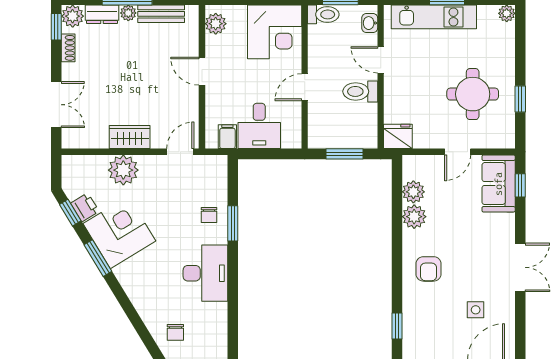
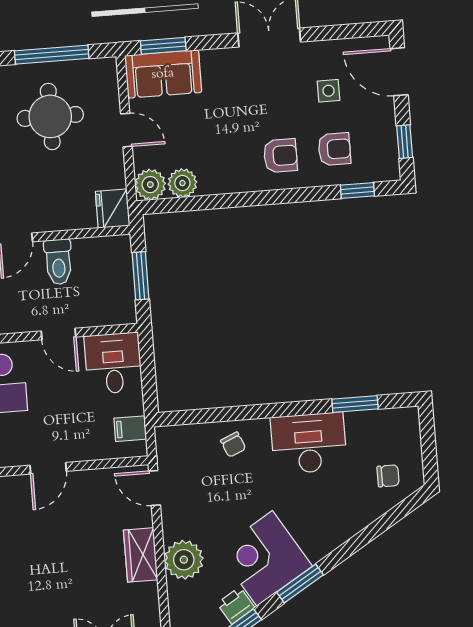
window: (520, 99) -> (52, 55), width x2.17
desk: (259, 126) -> (113, 363), moved, turned -90
window: (520, 185) -> (163, 46), width x1.50
chair: (209, 215) -> (233, 445), turned 67
plant: (414, 217) -> (150, 185), moved
window: (233, 223) -> (355, 404), moved
armchair: (430, 311) -> (334, 149), added

